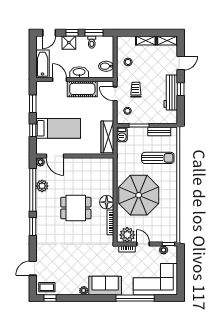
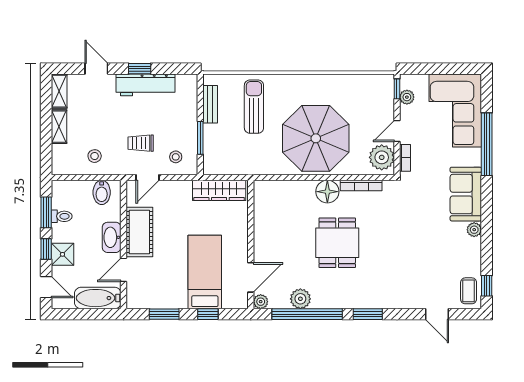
barbecue: (122, 135) -> (215, 166), removed

